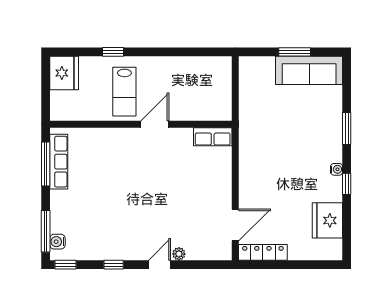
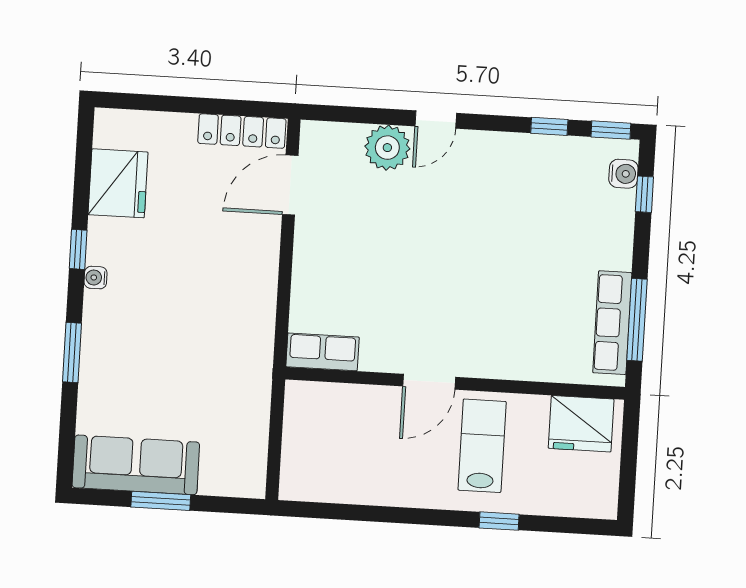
fridge: (64, 73) -> (581, 424), moved, turned -90
window: (46, 231) -> (644, 194), width x0.46
plant: (179, 254) -> (387, 148), width x1.87, depth x1.87
window: (114, 265) -> (549, 126), moved

